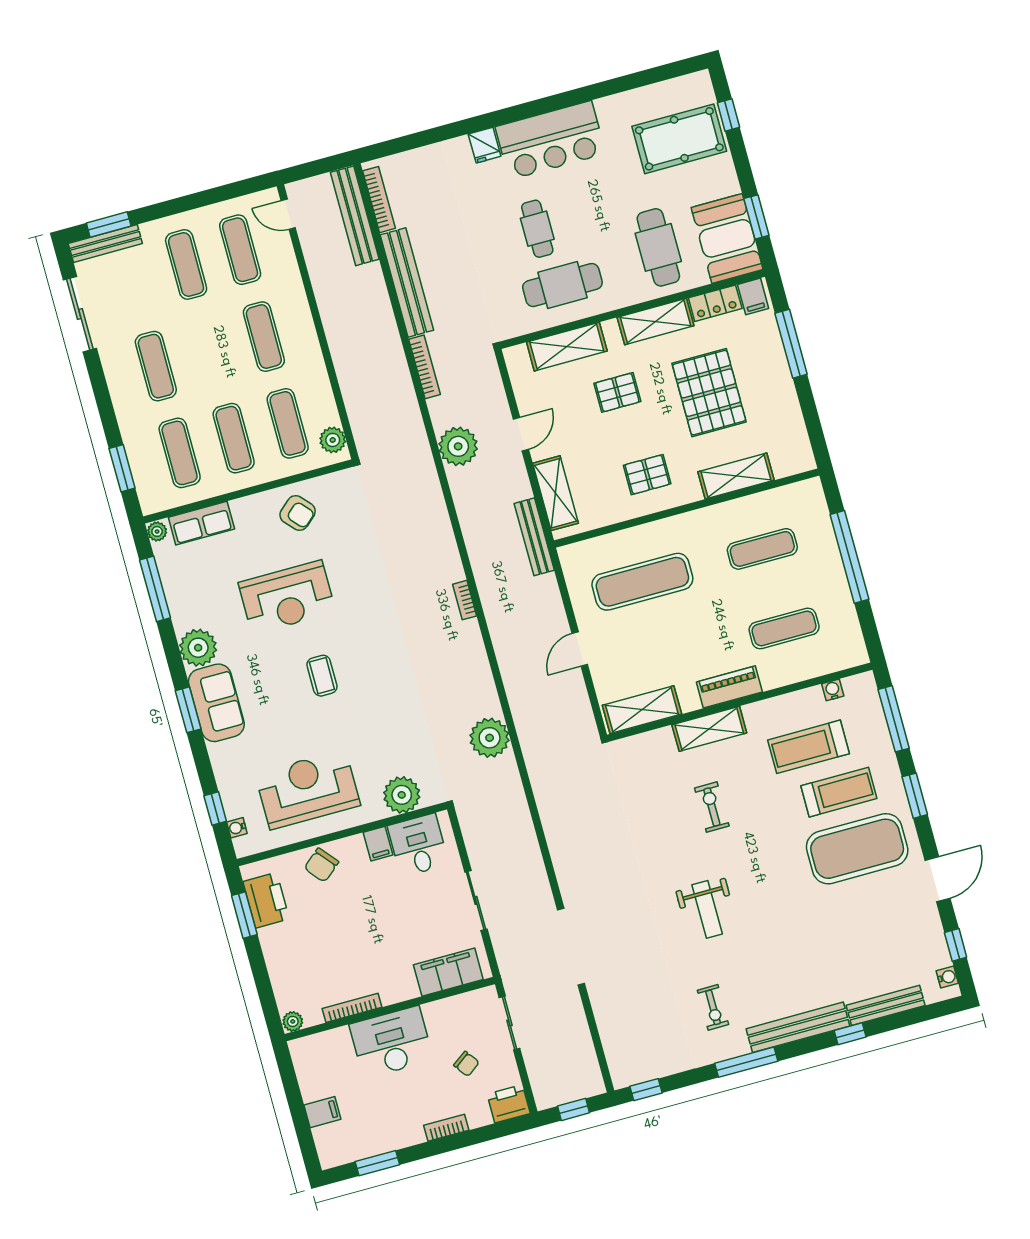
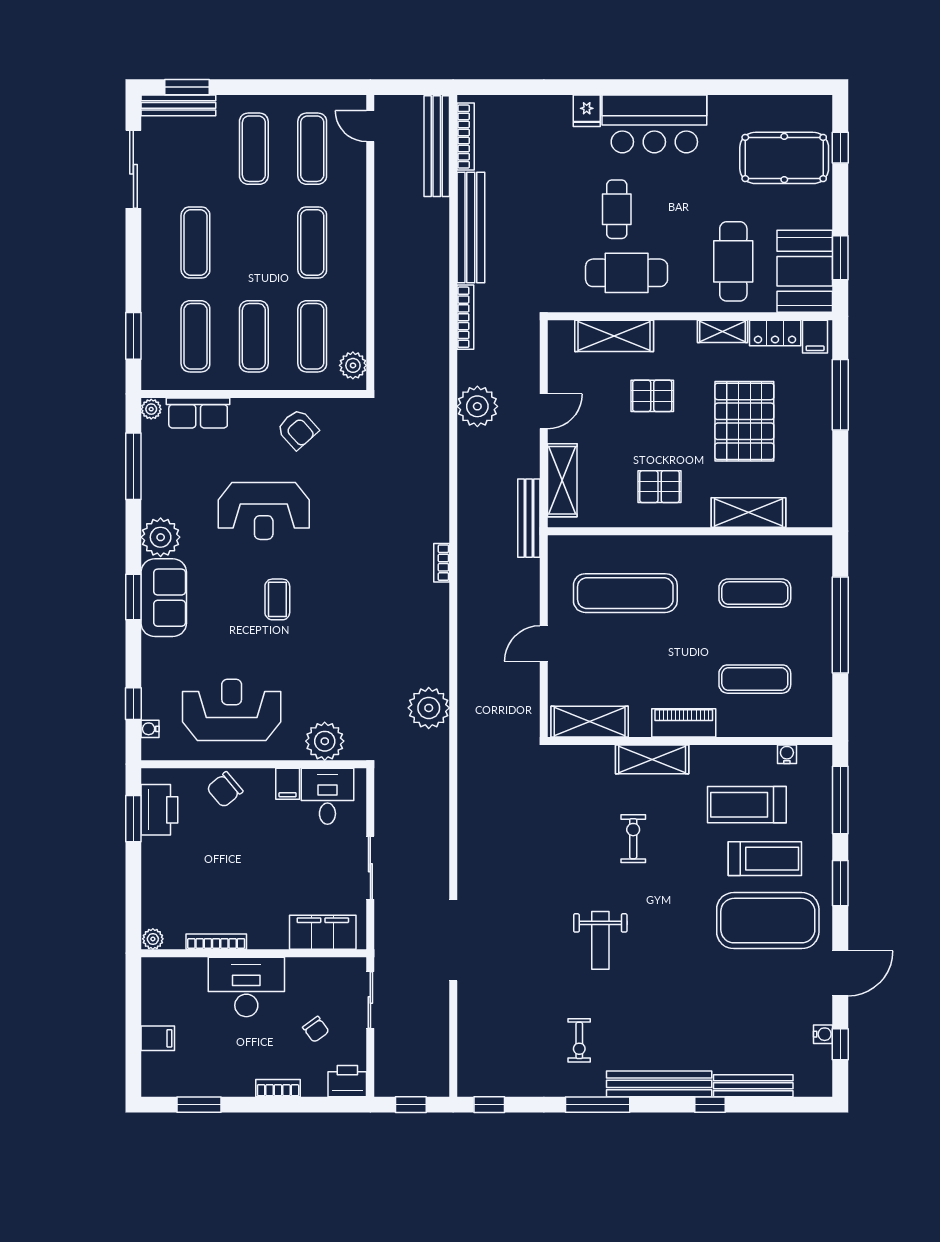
shelving: (656, 322) -> (723, 331), width x0.67, depth x0.75
water cooler: (947, 977) -> (823, 1034), moved

